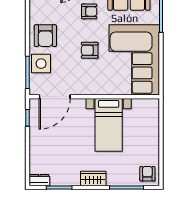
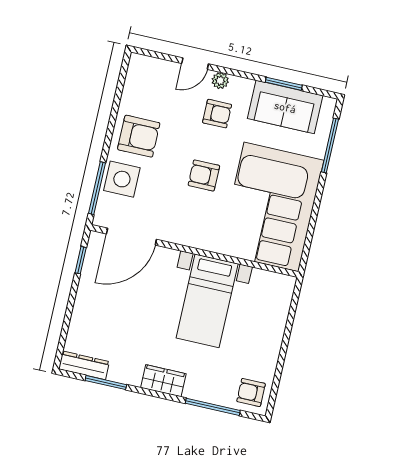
armchair: (45, 36) -> (139, 136), turned -90
armchair: (147, 174) -> (251, 393), turned -90
dresser: (39, 180) -> (84, 365), width x1.44

